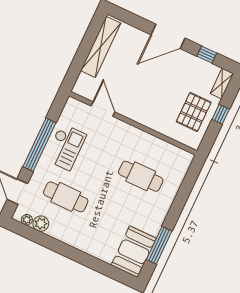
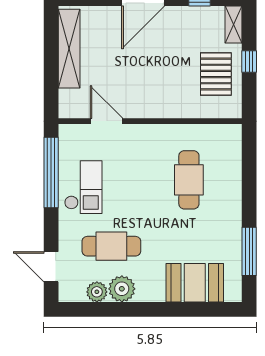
window: (39, 145) -> (51, 173), moved
cafe table: (141, 176) -> (189, 180), turned 90
plant: (27, 220) -> (122, 289), moved, width x1.88, depth x1.88
booth: (134, 252) -> (195, 283), moved, turned 90

